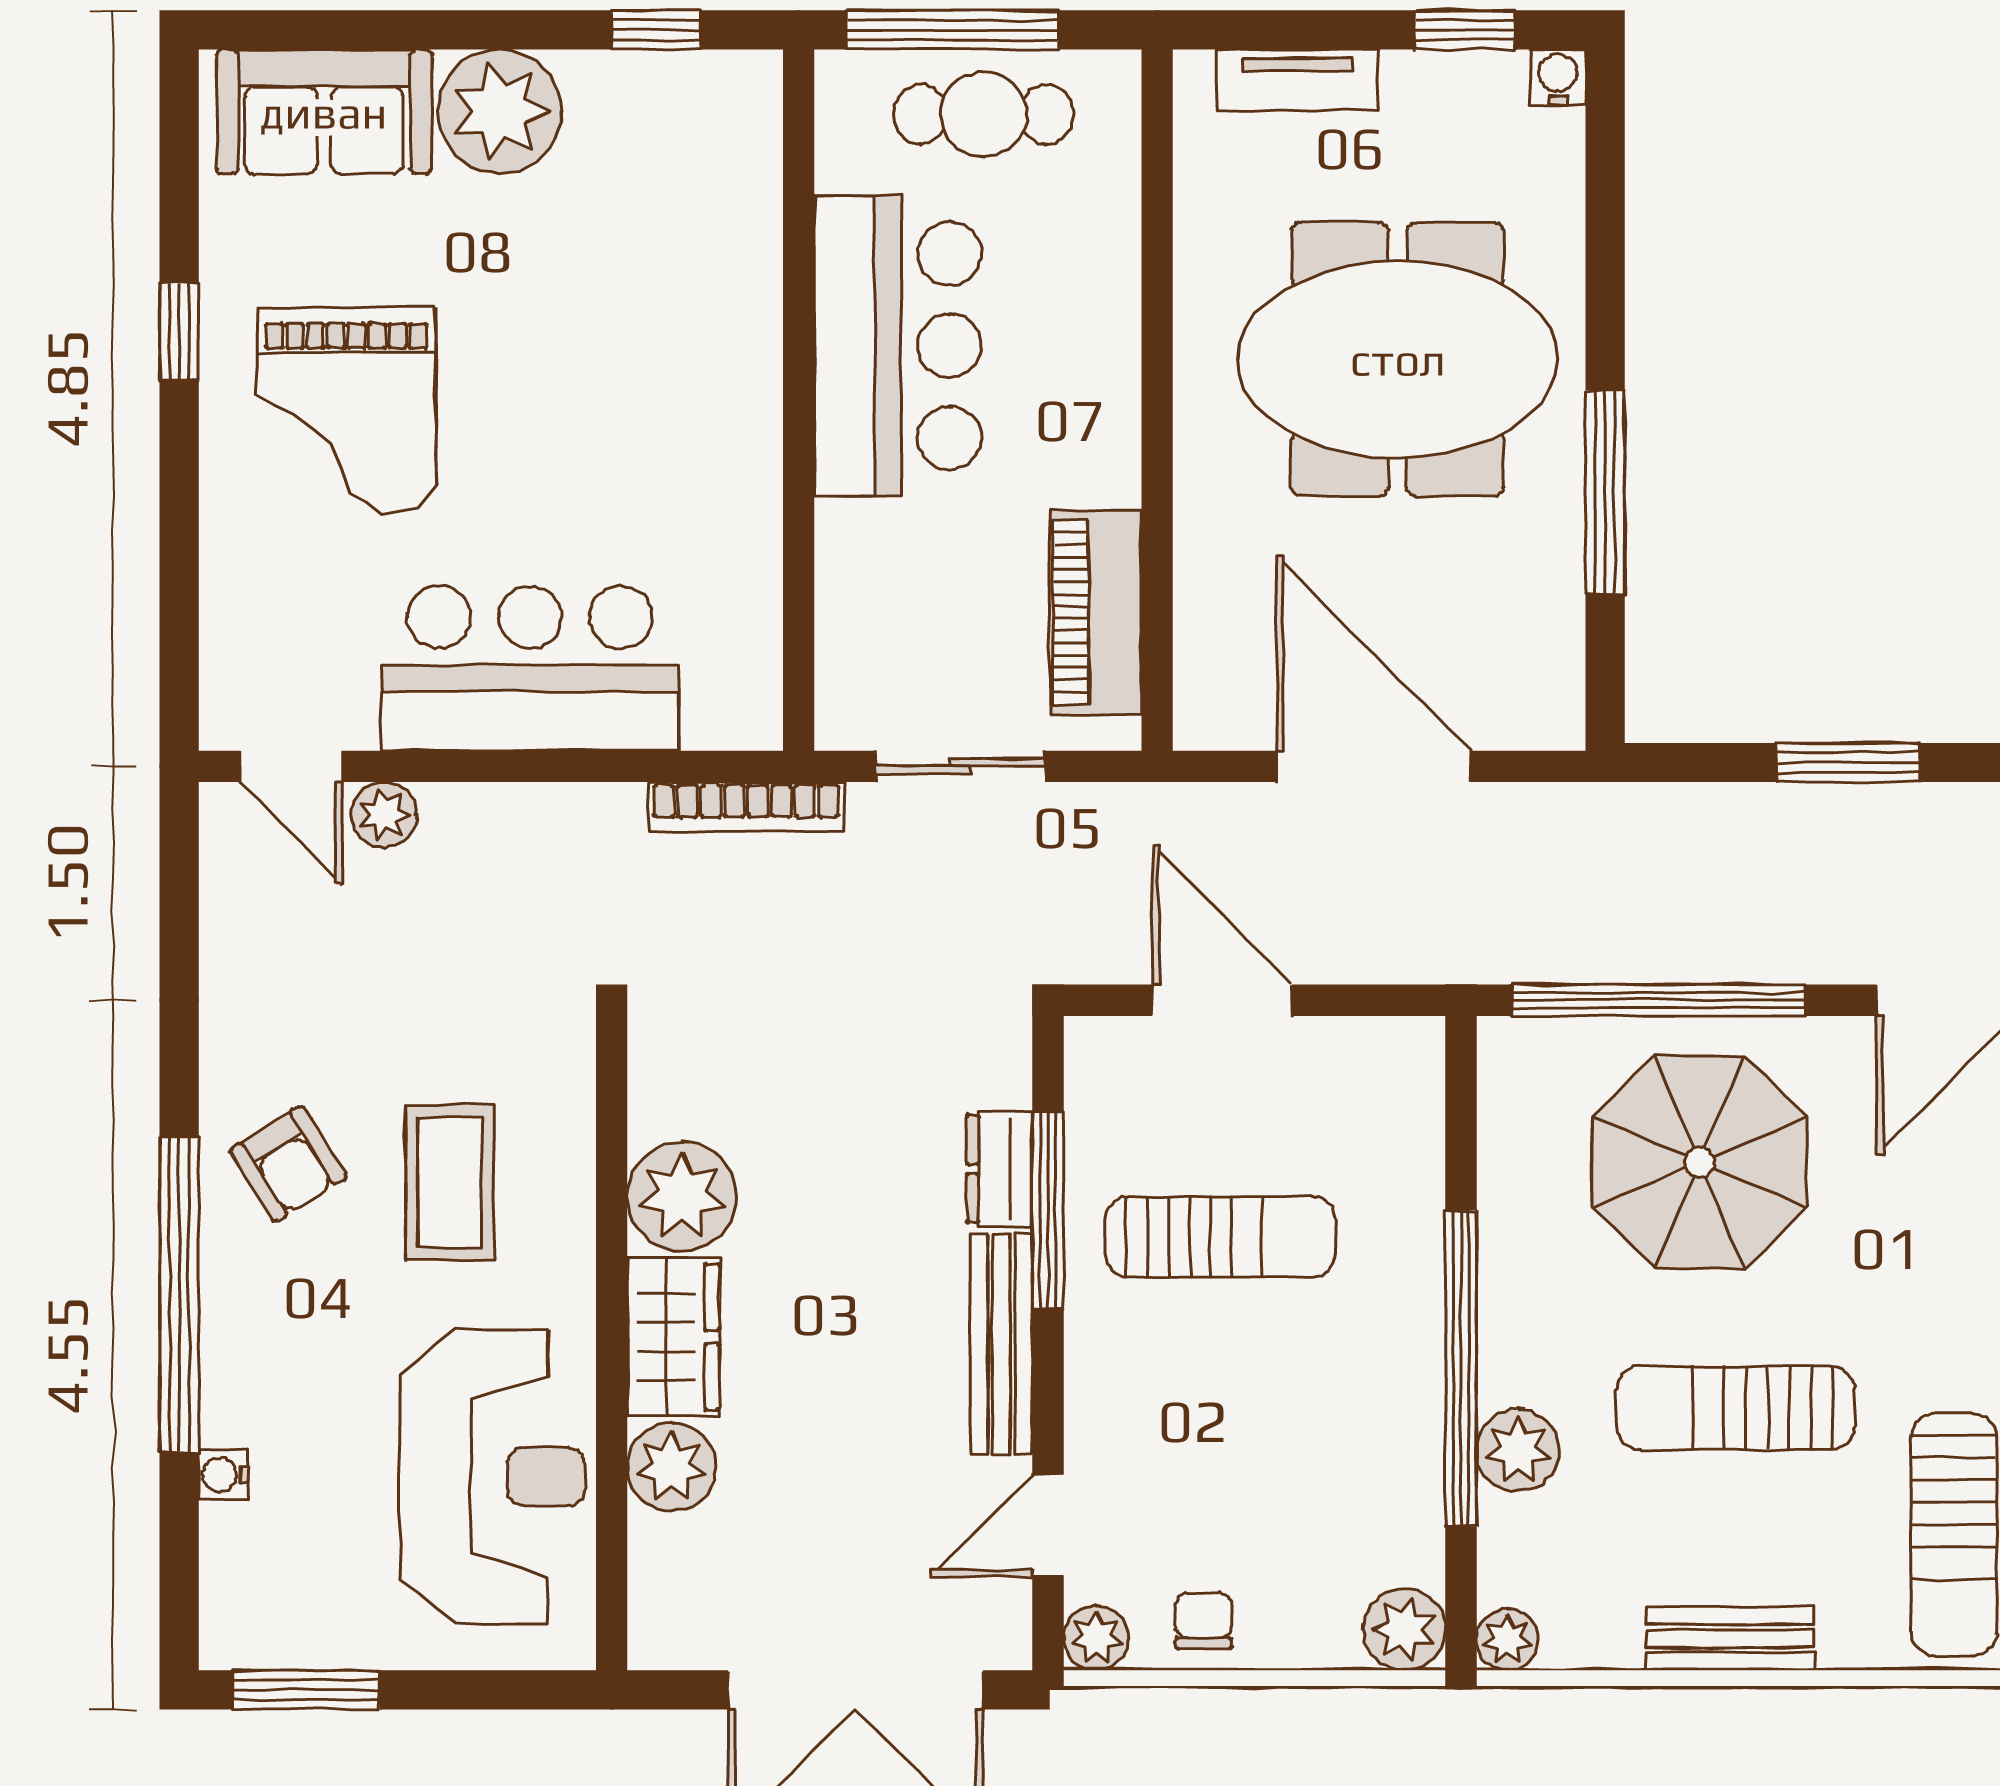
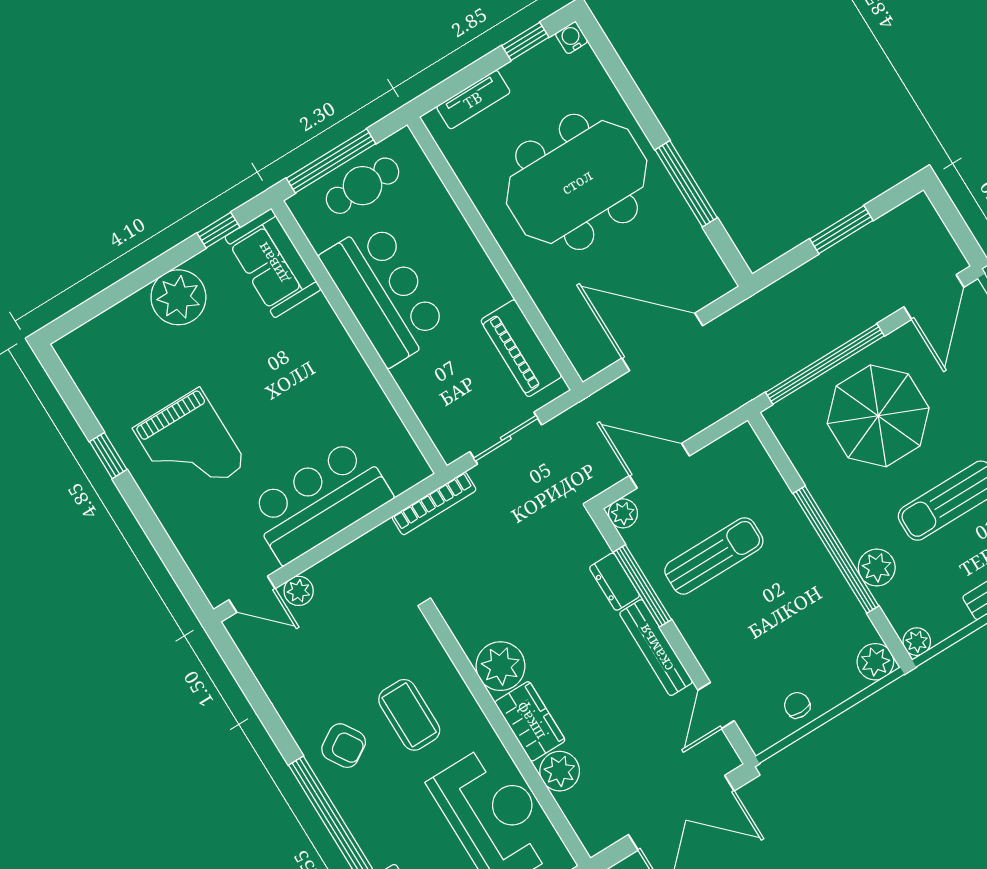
sofa: (324, 112) -> (273, 263), moved, turned 90
plant: (1096, 1638) -> (623, 513), moved

